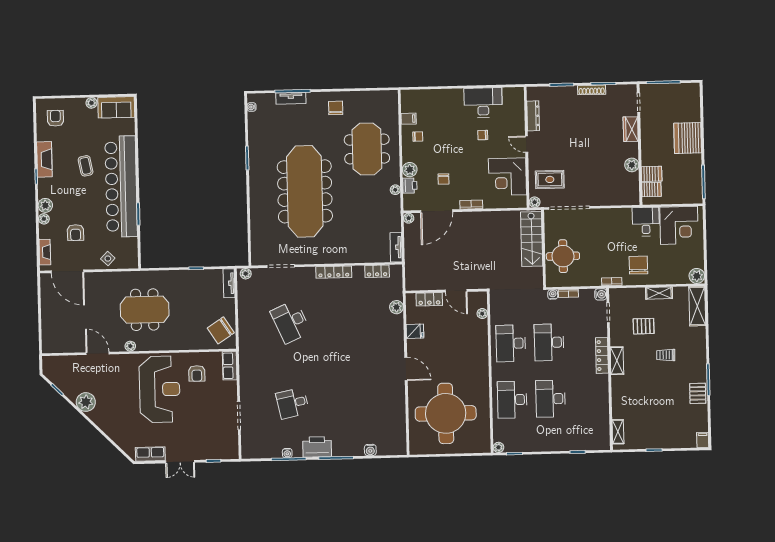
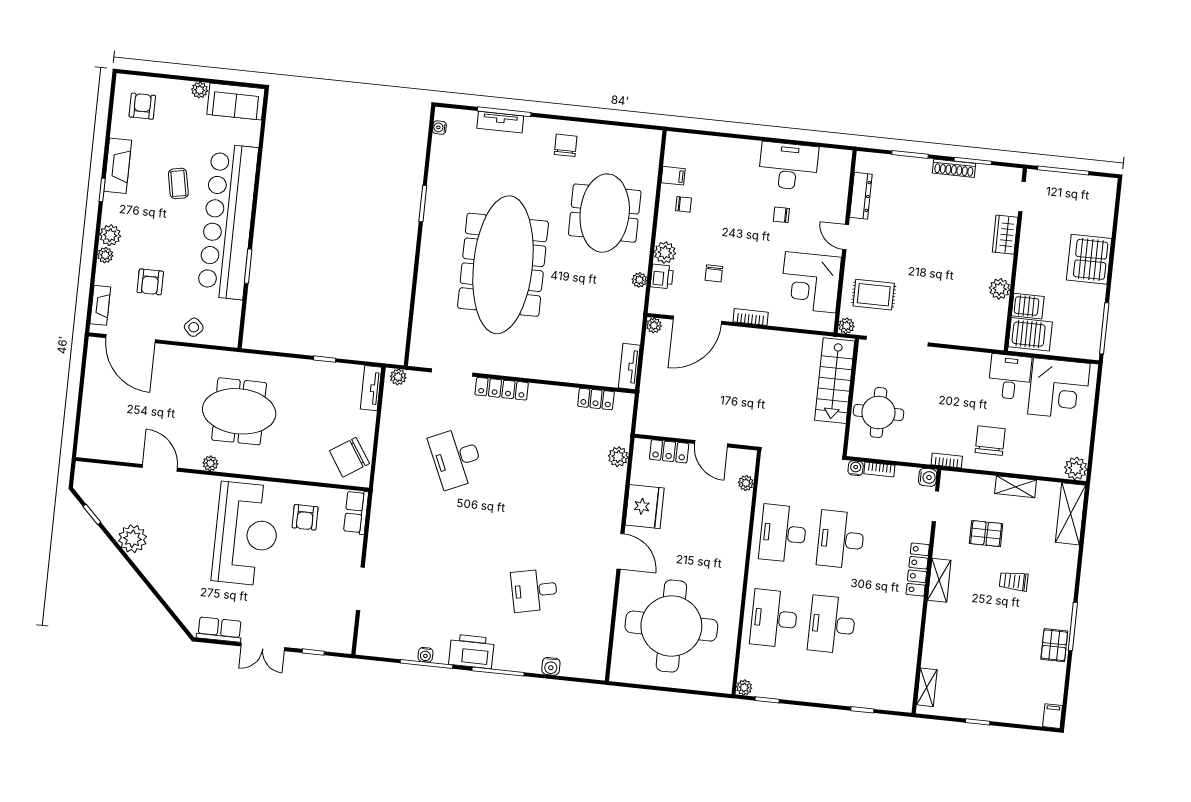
server rack: (651, 190) -> (1030, 334), width x1.36, depth x1.44
locker: (334, 272) -> (502, 389), moved
fridge: (415, 331) -> (645, 507), width x1.88, depth x1.34
desk: (293, 403) -> (534, 590), moved

